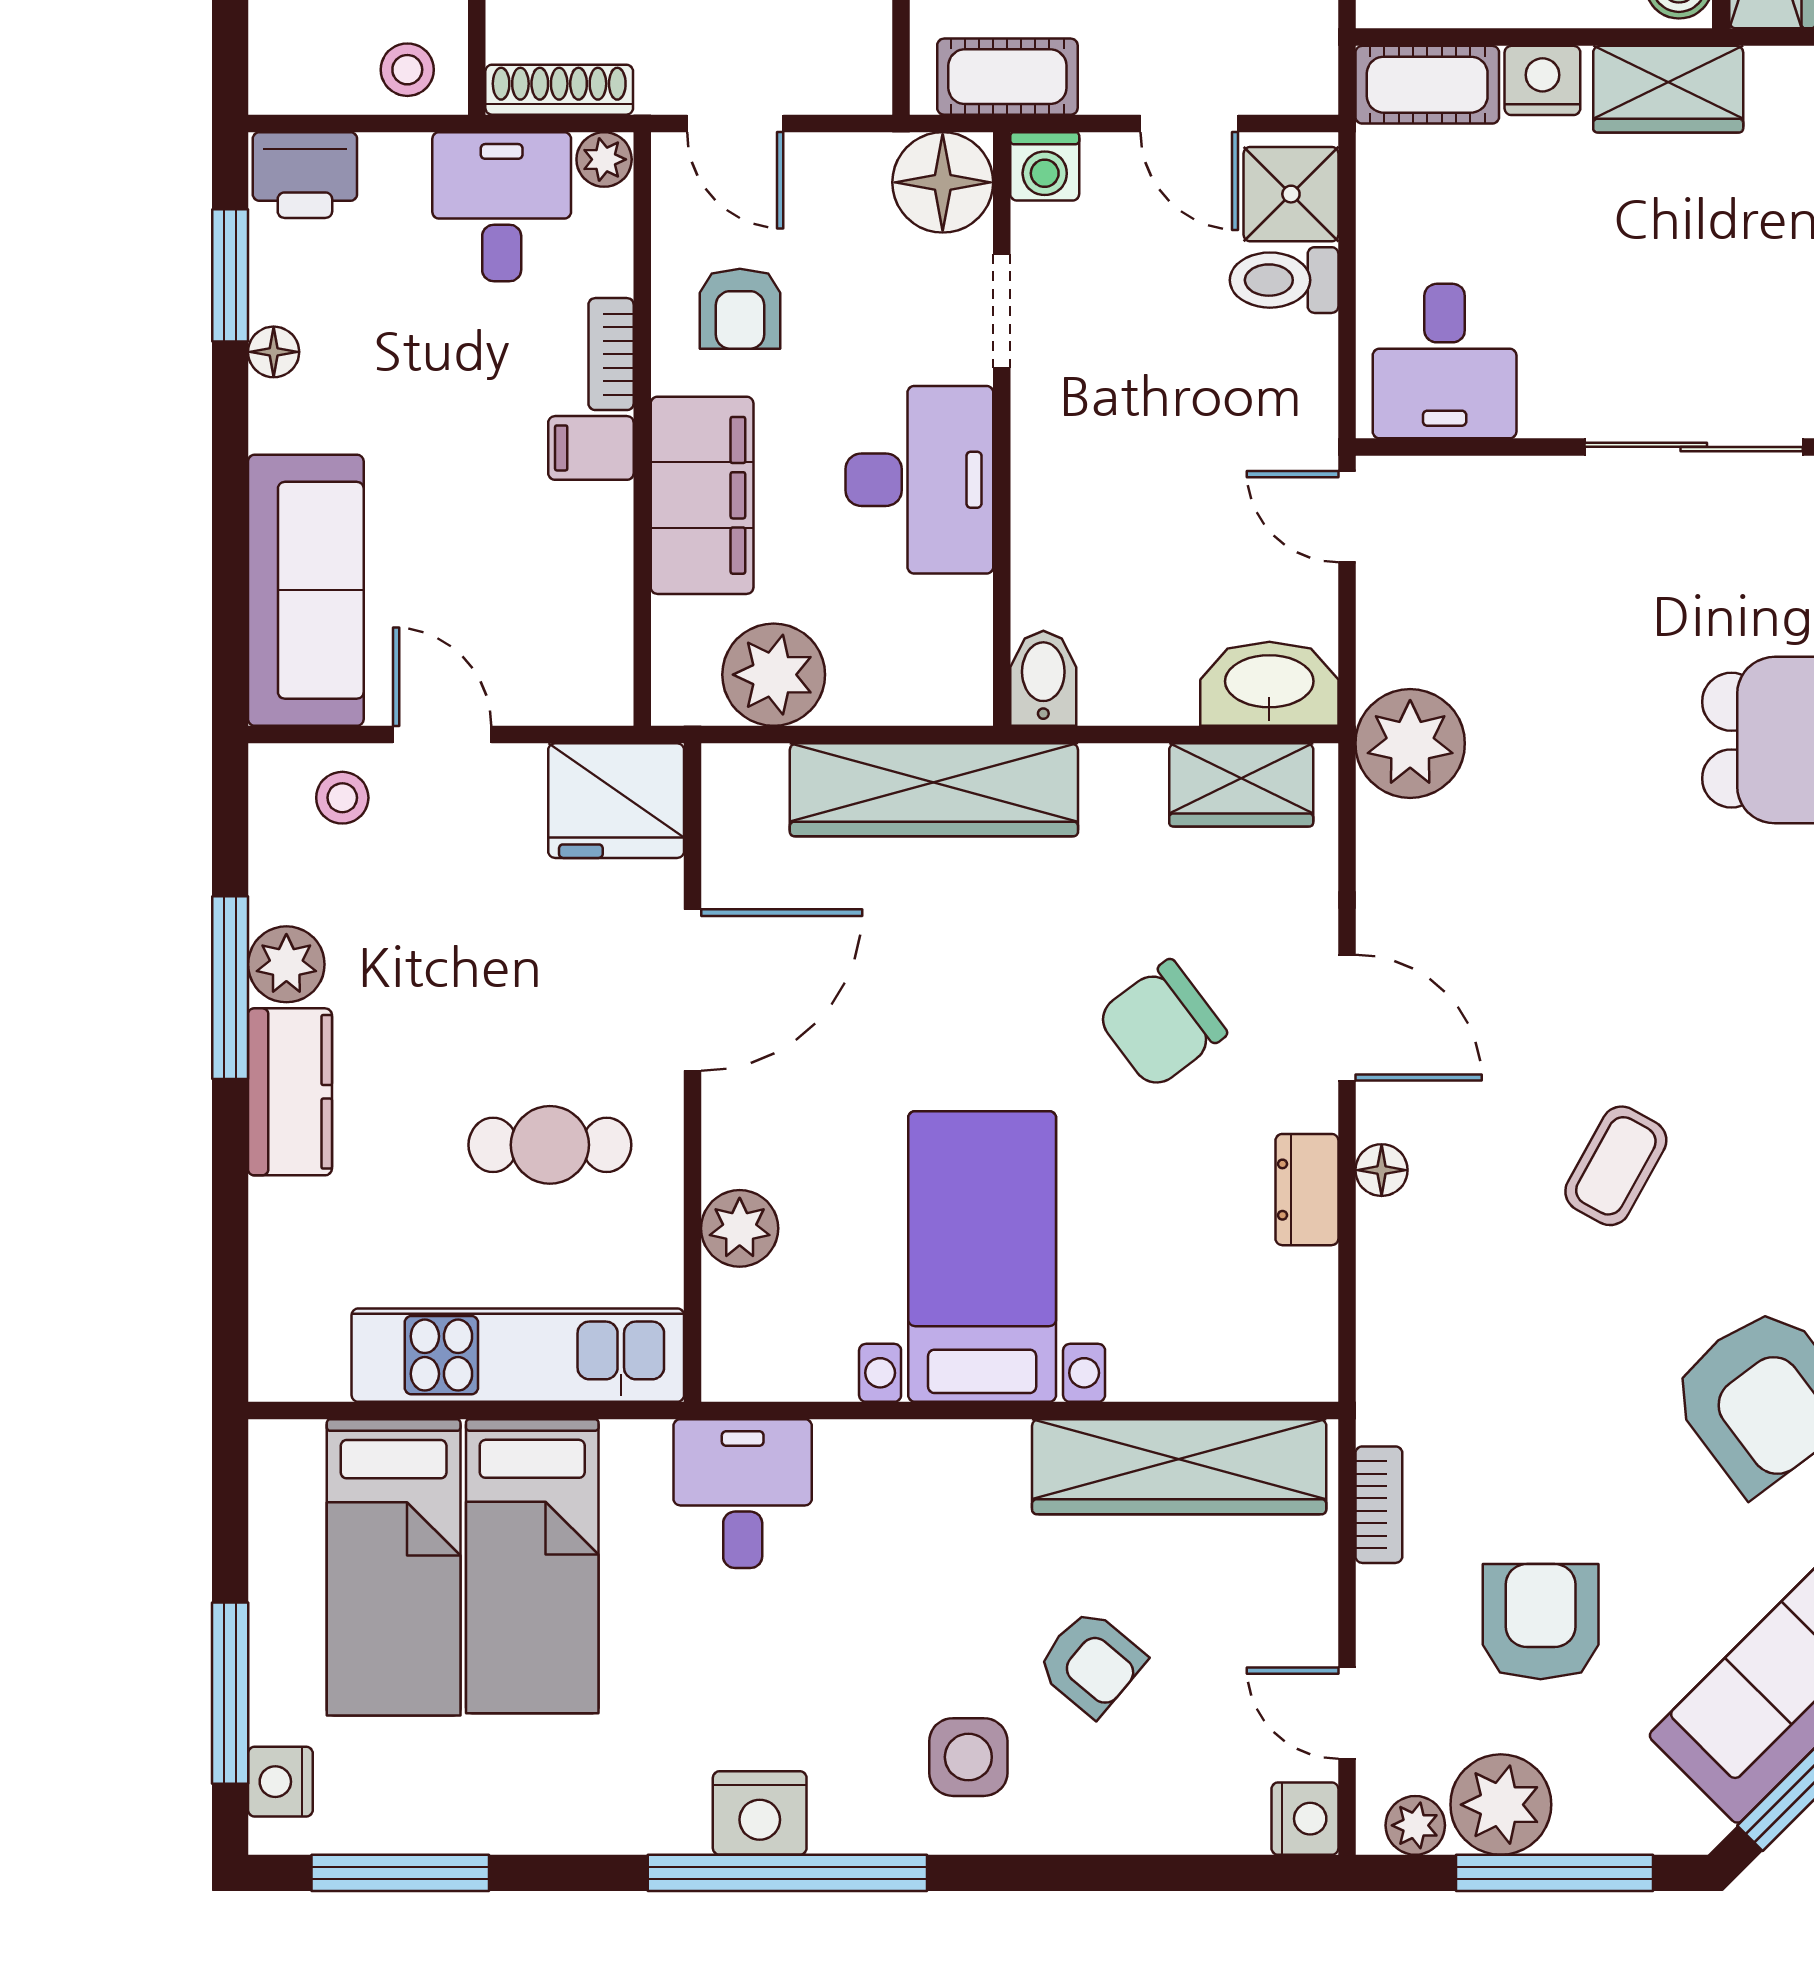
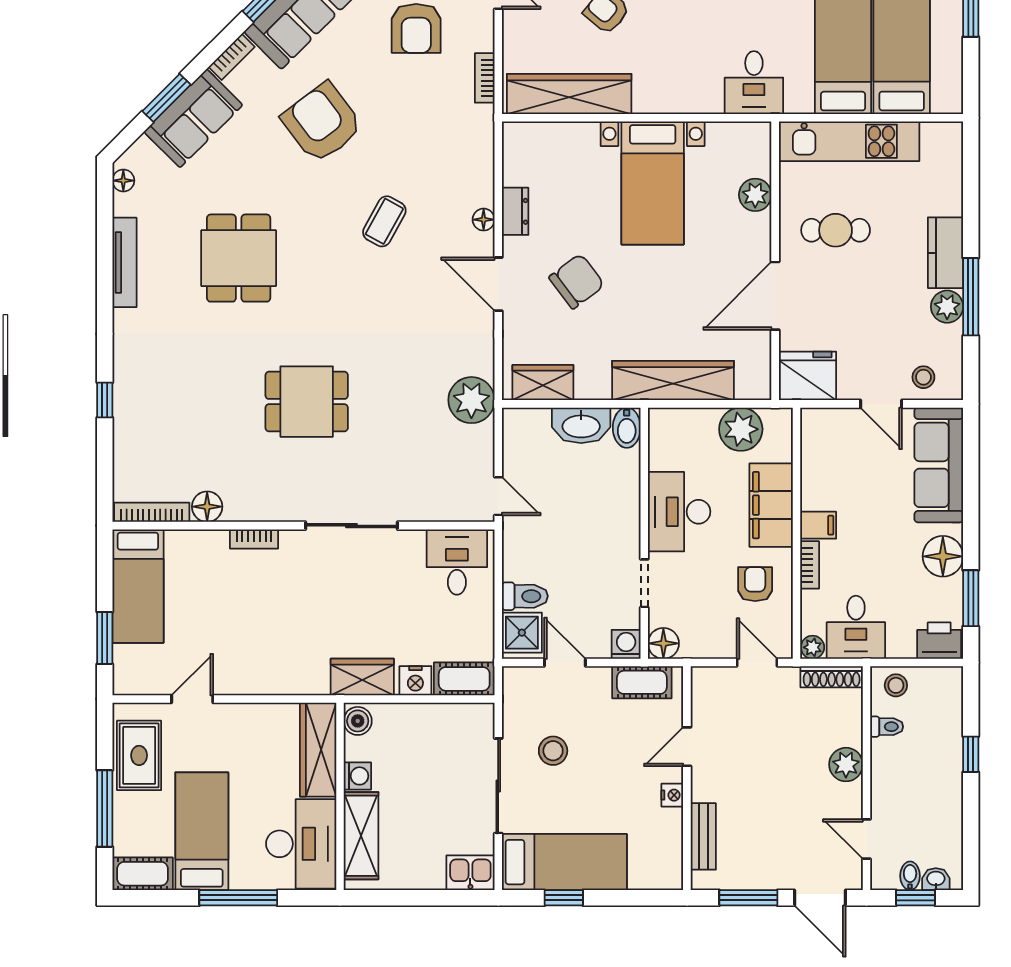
floor lamp: (943, 182) -> (663, 643), width x0.73, depth x0.73
floor lamp: (274, 352) -> (943, 556), width x1.89, depth x1.89
washbasin: (1269, 684) -> (581, 425), moved

